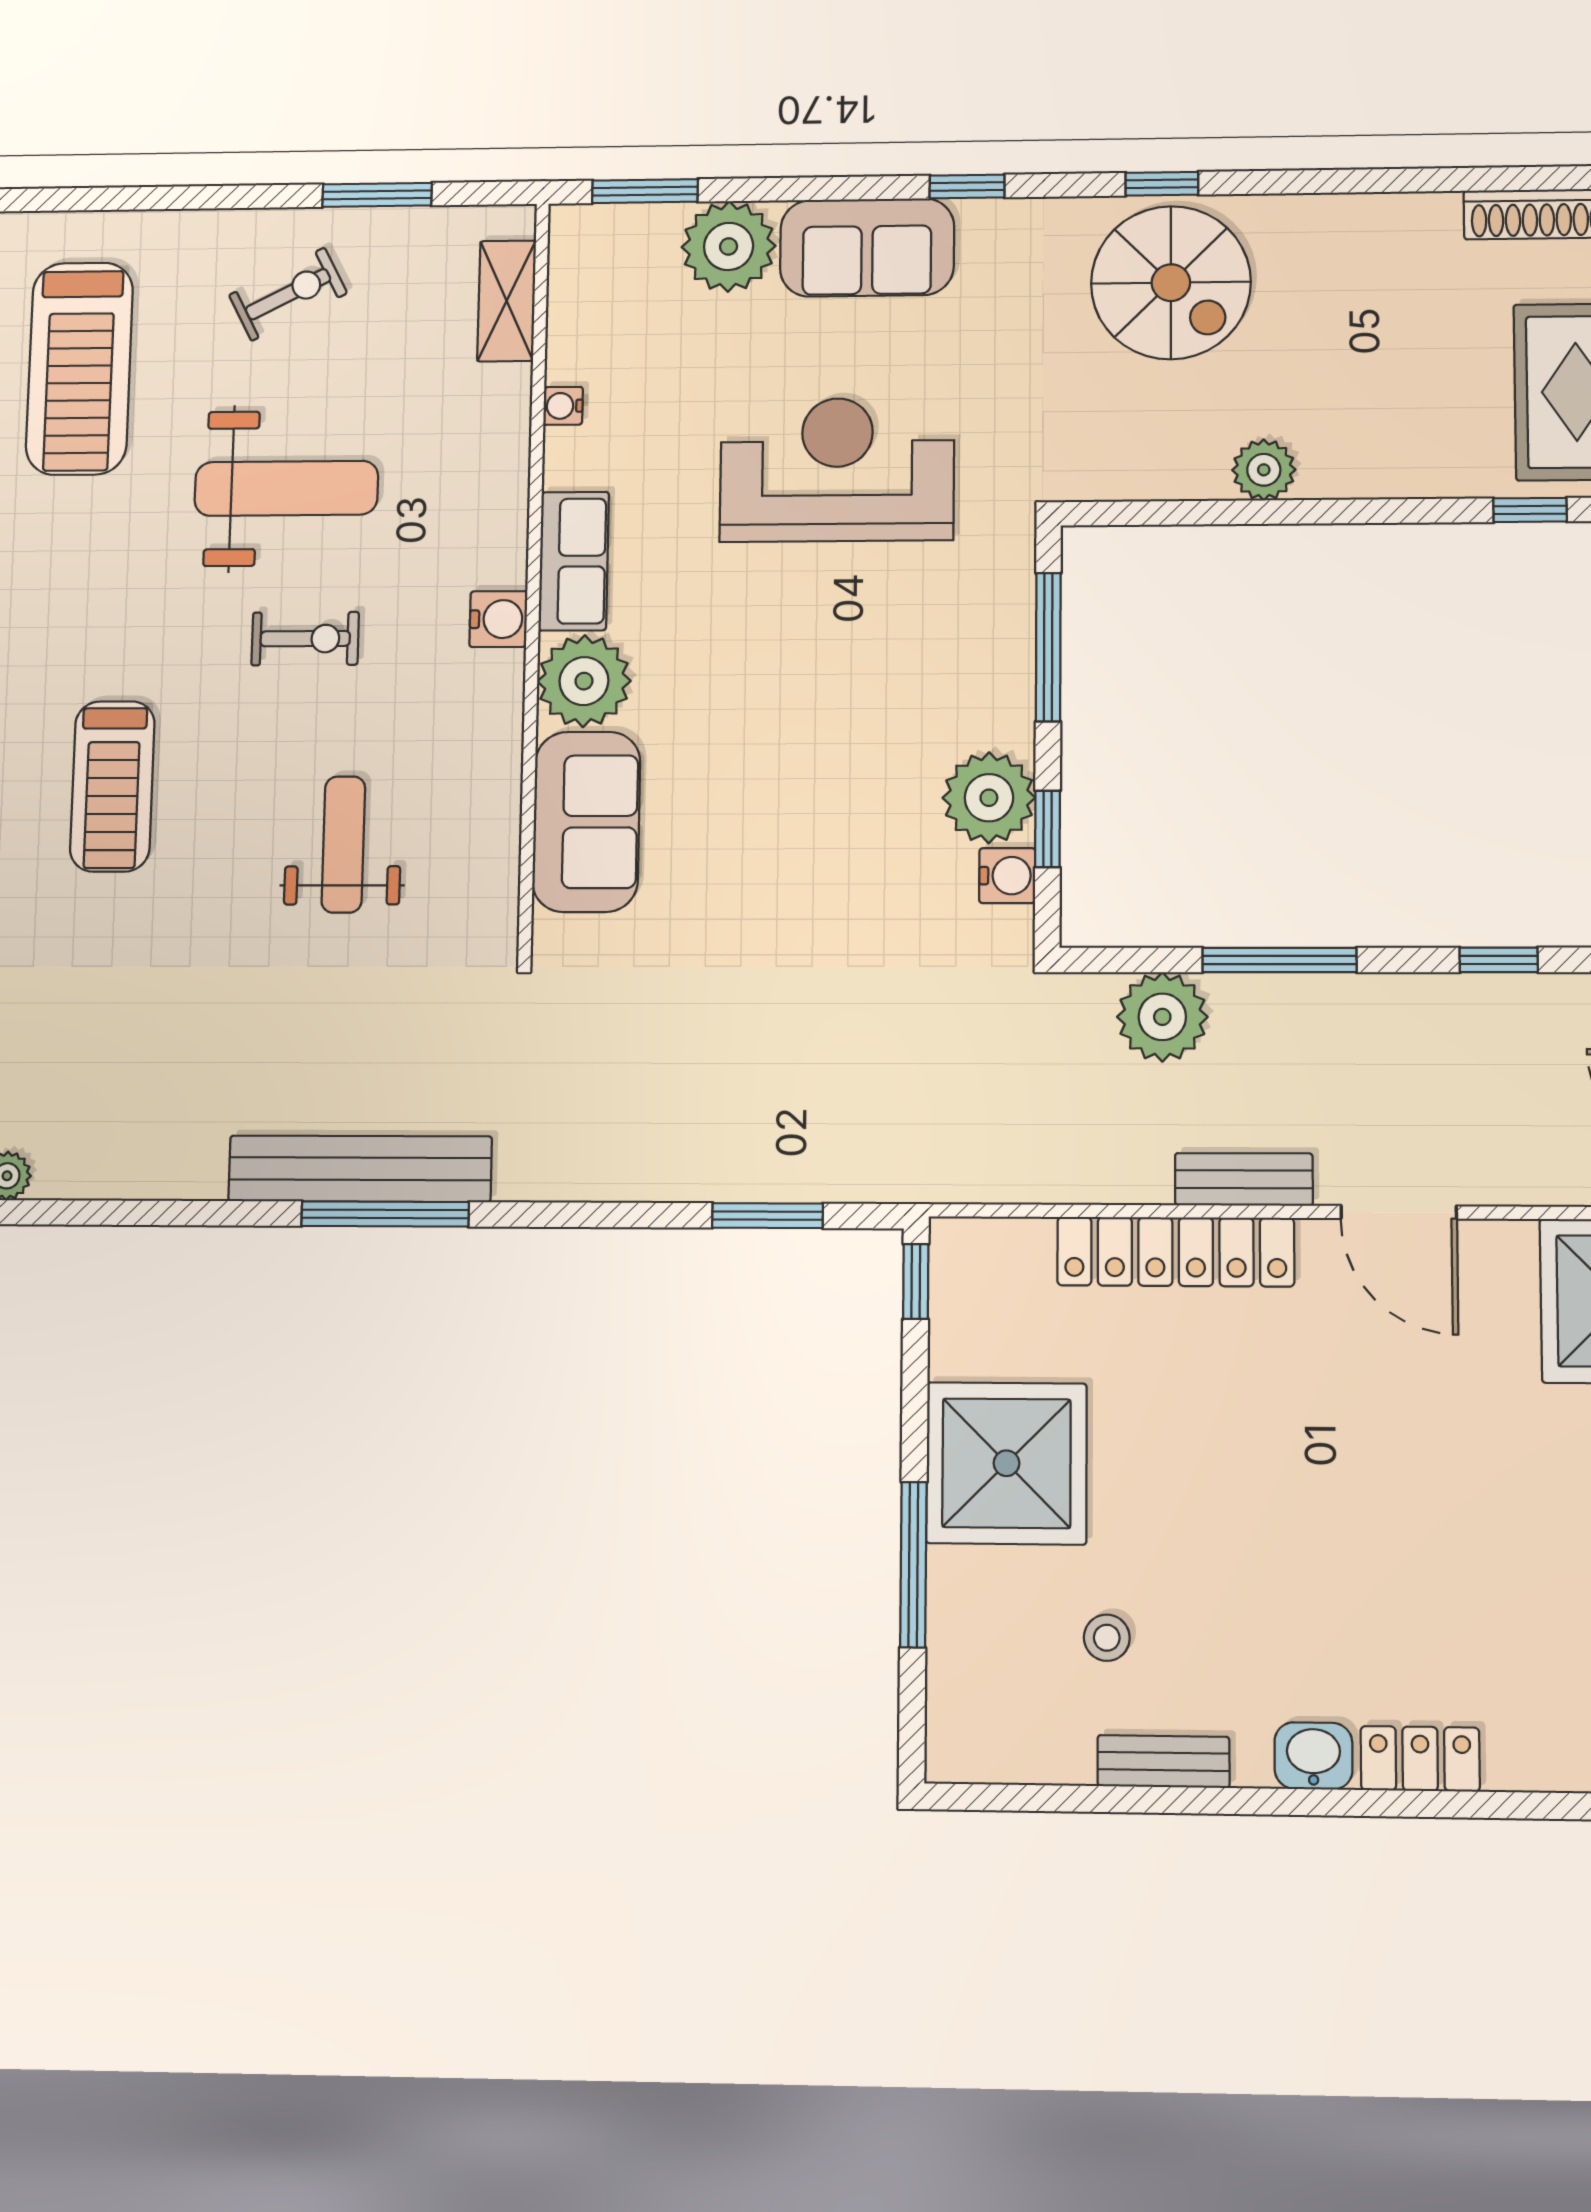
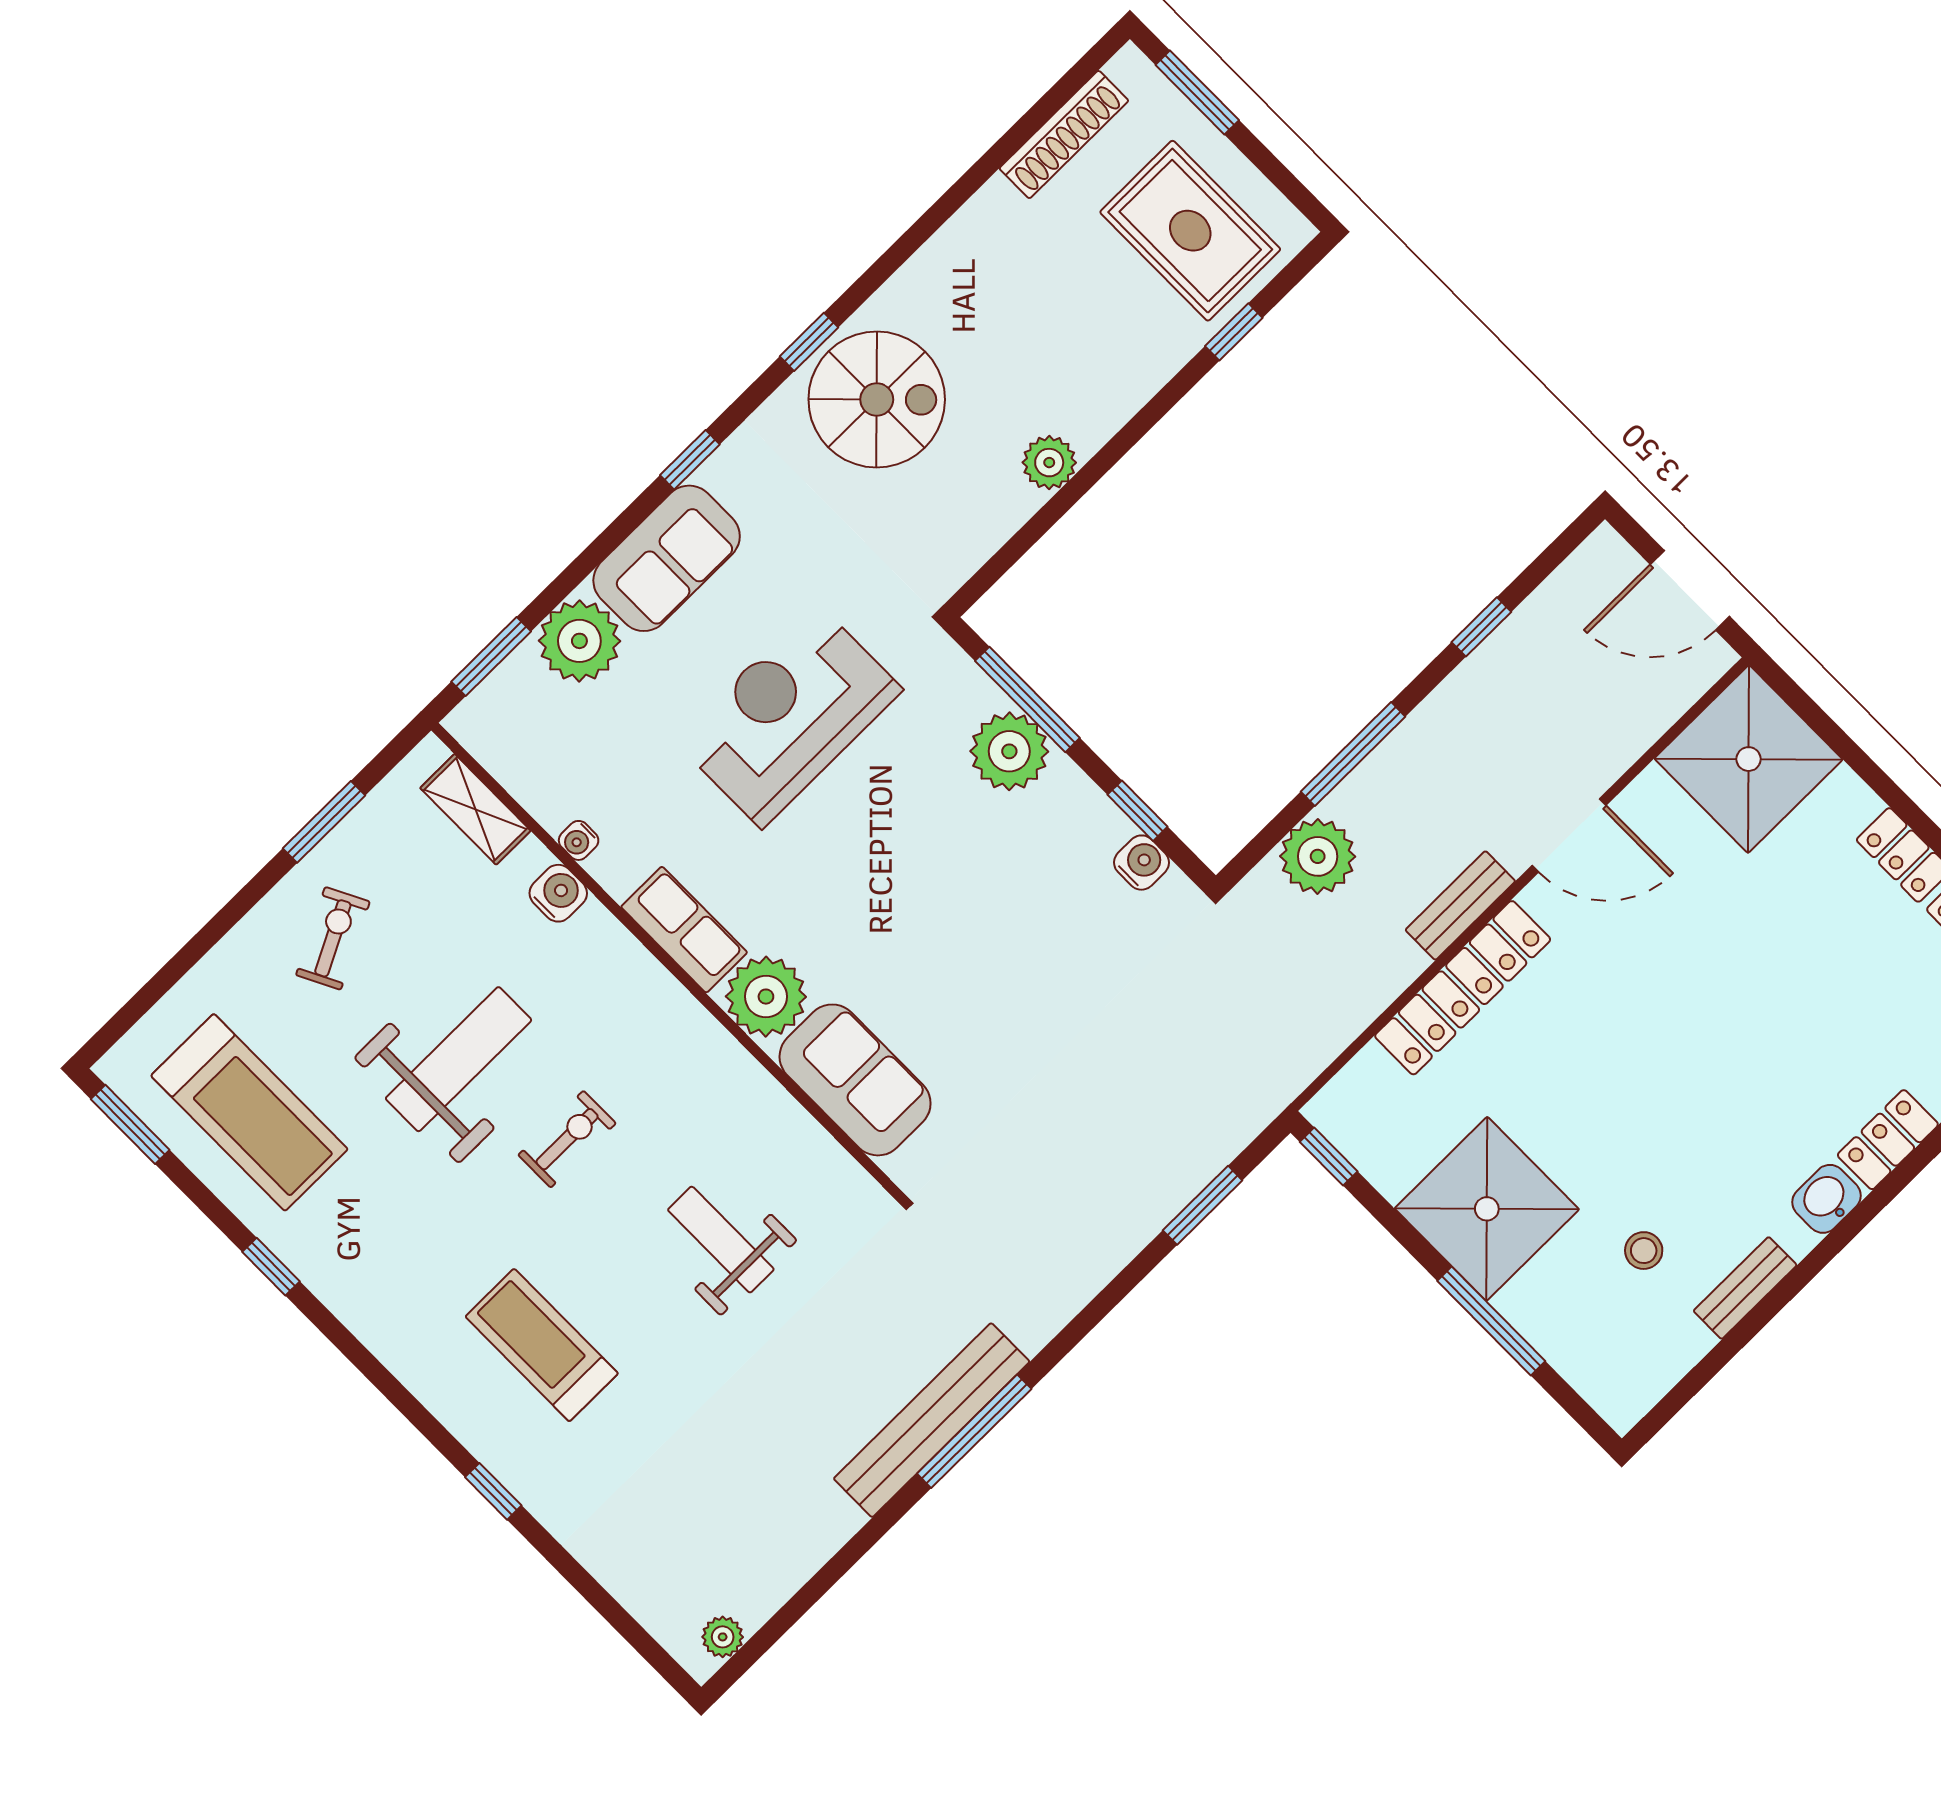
water cooler: (498, 619) -> (558, 893), moved
treadmill: (112, 786) -> (542, 1345), turned 180
plant: (989, 798) -> (1009, 751), moved

